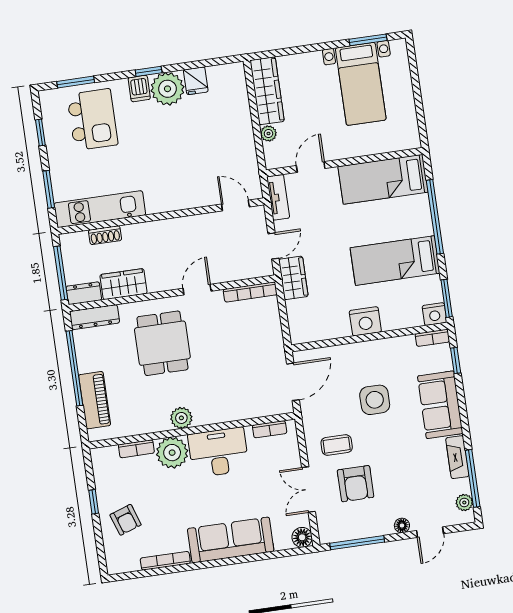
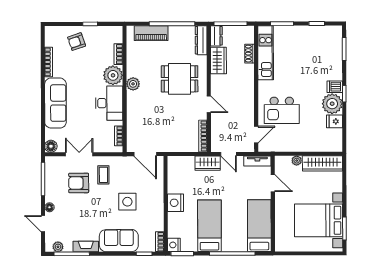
bed with nightstands: (361, 84) -> (319, 220), width x1.36
kitchen island: (92, 120) -> (282, 110), moved

